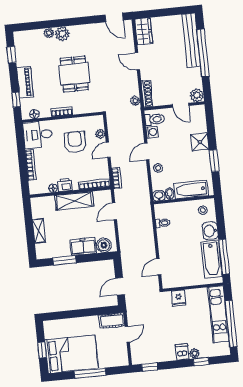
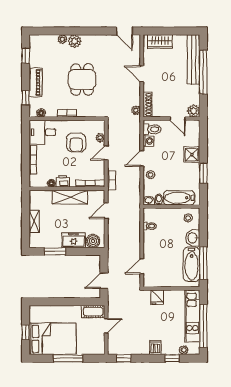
wardrobe: (144, 31) -> (160, 42), moved, turned 90
armchair: (75, 142) -> (76, 143), turned 180
plant: (195, 353) -> (184, 350), moved

